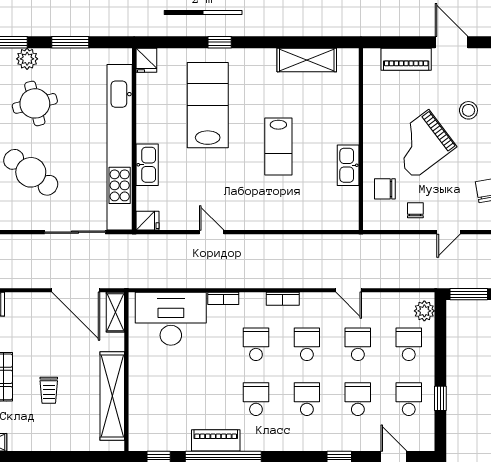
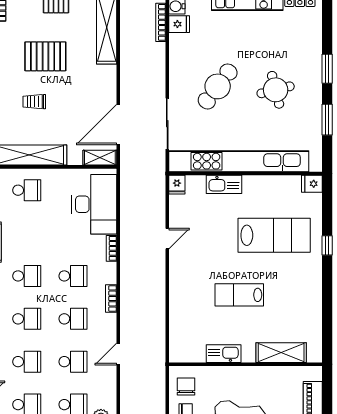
plant: (27, 59) -> (313, 83), removed
shelving: (307, 60) -> (281, 353), moved, turned 90
chair: (385, 189) -> (186, 386), moved
school desk: (154, 399) -> (27, 190), added

